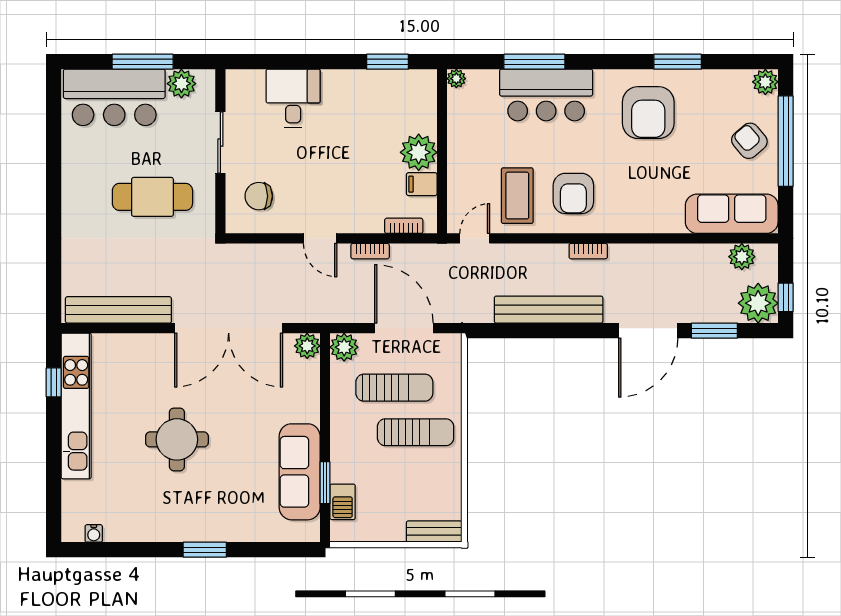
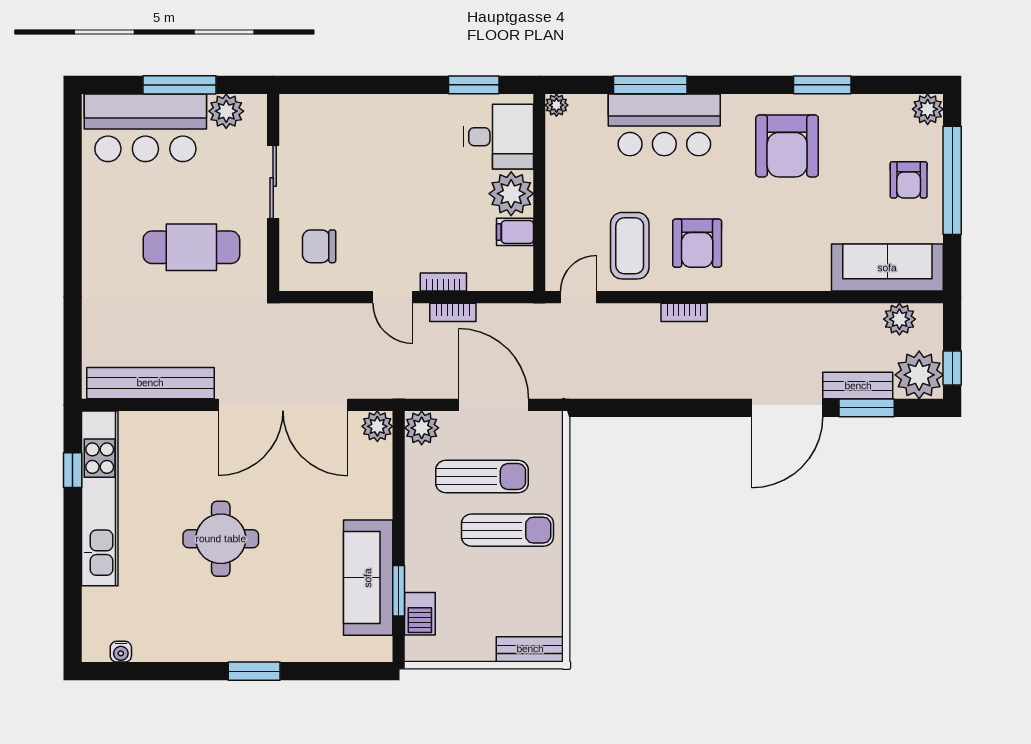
desk: (293, 98) -> (498, 137), moved, turned 90
armchair: (749, 141) -> (909, 180), turned -140
bookcase: (404, 226) -> (443, 282), moved
bookcase: (588, 251) -> (684, 312), moved
bench: (549, 310) -> (858, 386), moved, width x0.54, depth x0.82

